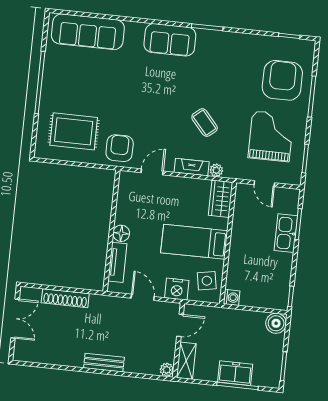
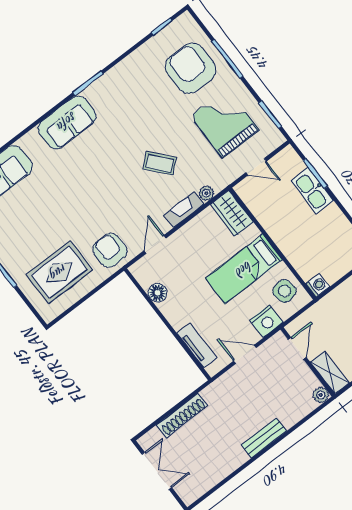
floor lamp: (121, 233) -> (158, 293), moved

